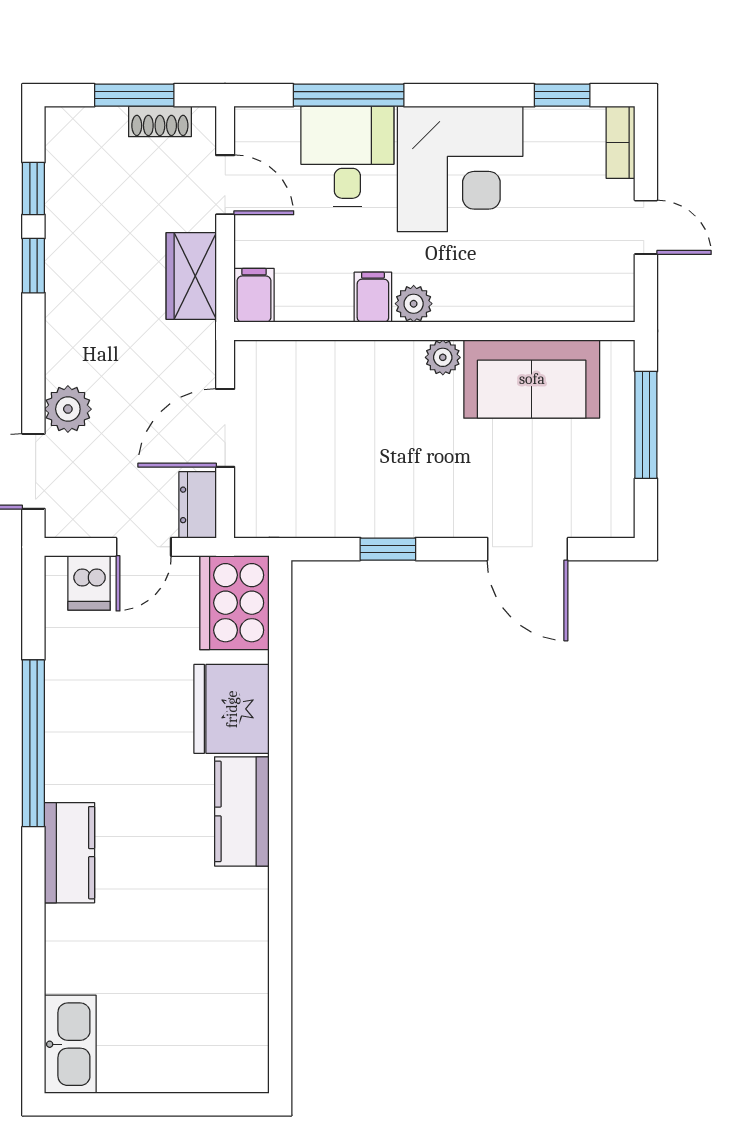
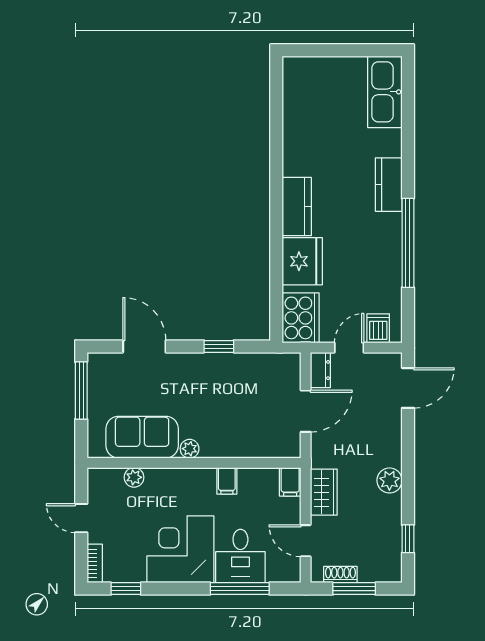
window: (33, 266) -> (408, 498), removed
plant: (414, 304) -> (134, 477), moved
plant: (68, 409) -> (389, 480), moved
window: (646, 425) -> (81, 390), moved
kitchen sink: (70, 1044) -> (385, 92), width x1.36, depth x1.24

